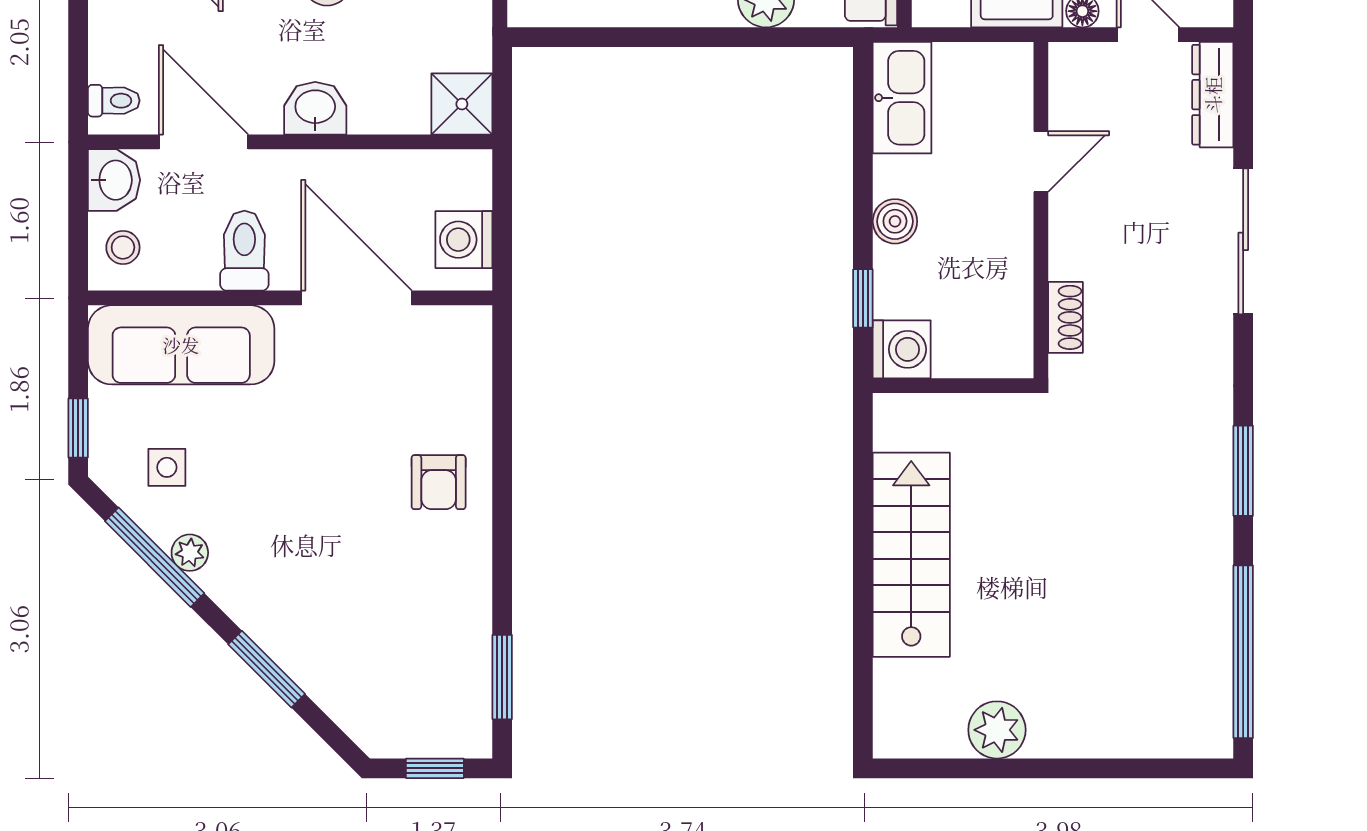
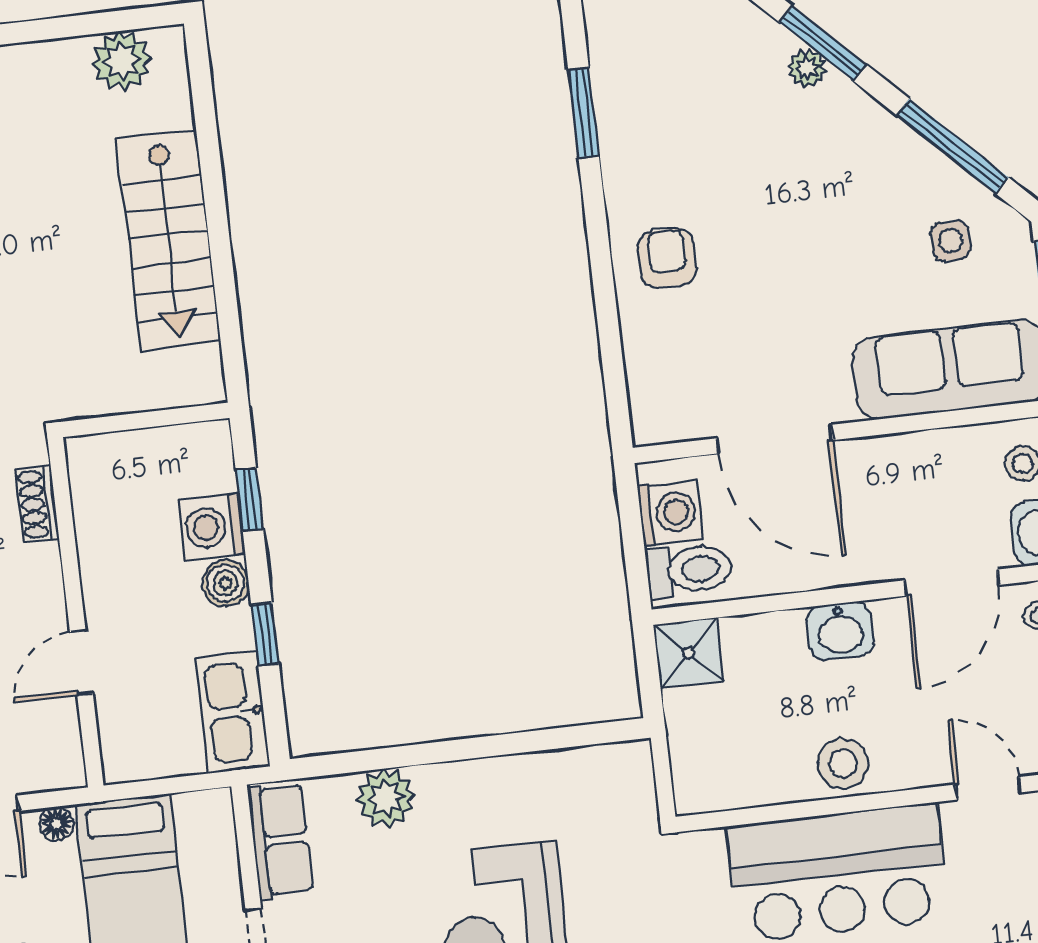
door: (204, 142) -> (952, 583), hinge flipped
window: (863, 168) -> (265, 634), added
toilet: (244, 251) -> (689, 570), moved, turned -90
washing machine: (902, 349) -> (212, 527), moved
plant: (190, 553) -> (807, 68), moved
window: (502, 677) -> (584, 113), moved
plant: (997, 730) -> (122, 61), moved

